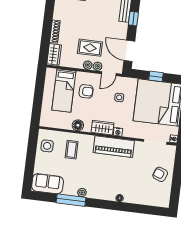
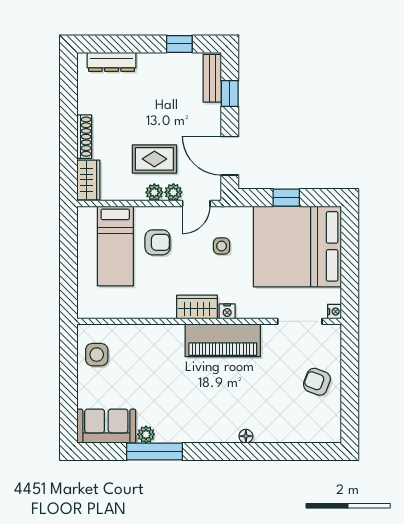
floor lamp: (78, 125) -> (150, 308), removed
coffee table: (72, 150) -> (144, 356), removed
plant: (82, 192) -> (146, 434), moved

